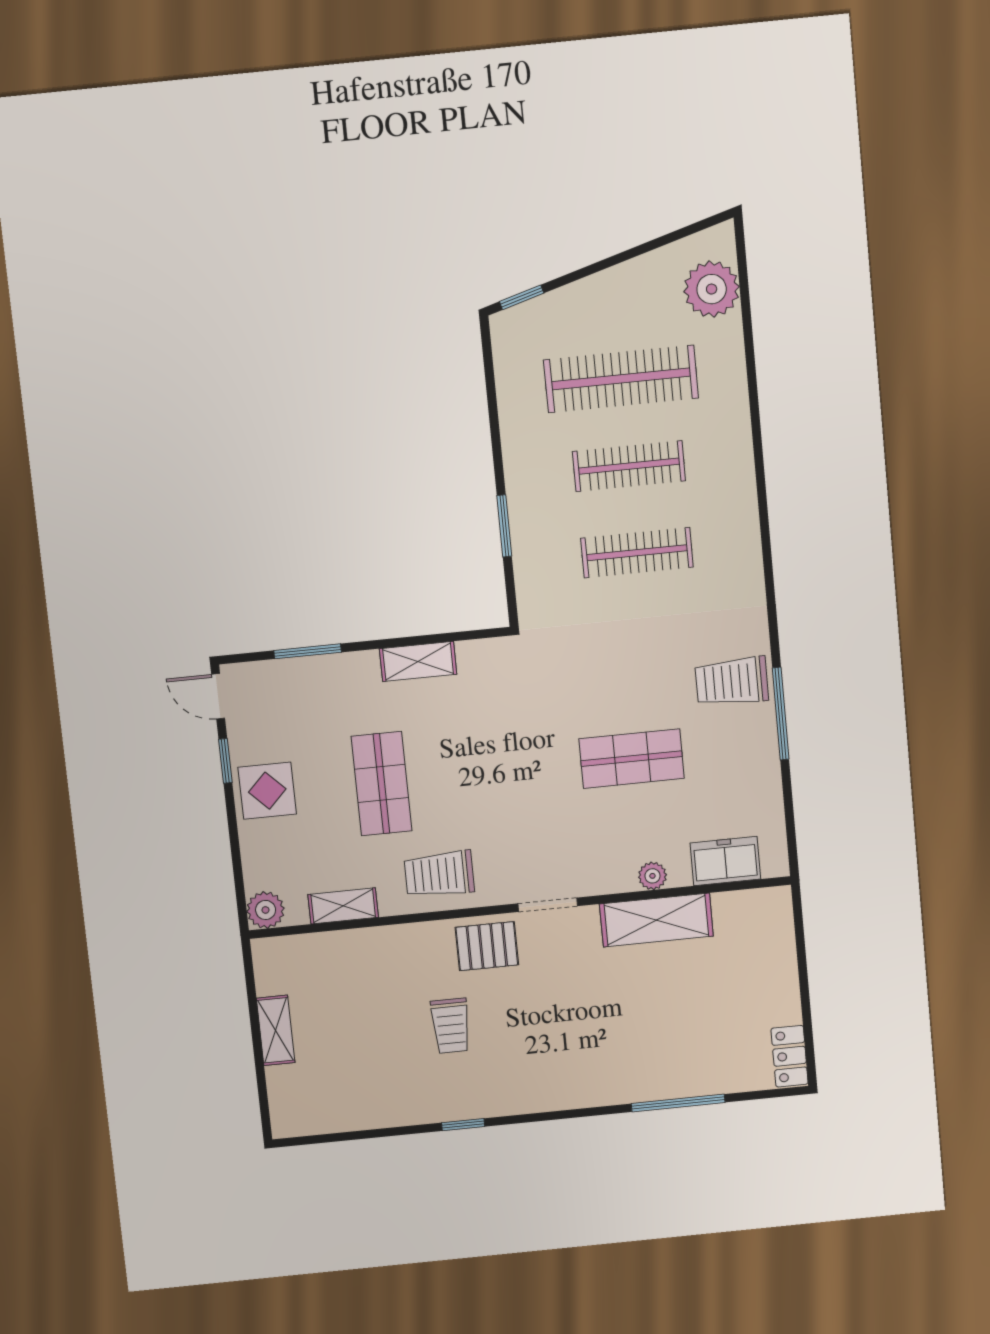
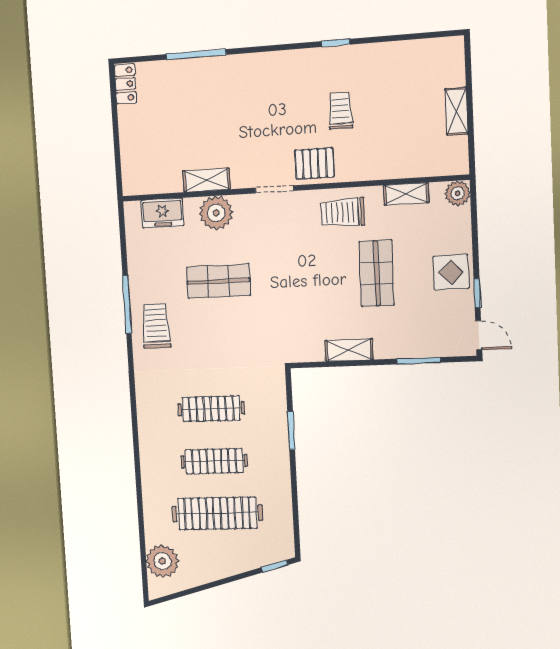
trolley: (732, 681) -> (156, 326), turned -90
trolley: (439, 874) -> (343, 212), turned 180
plant: (652, 876) -> (216, 213), width x1.88, depth x1.88
shelving: (656, 920) -> (206, 180), width x0.67, depth x0.75

